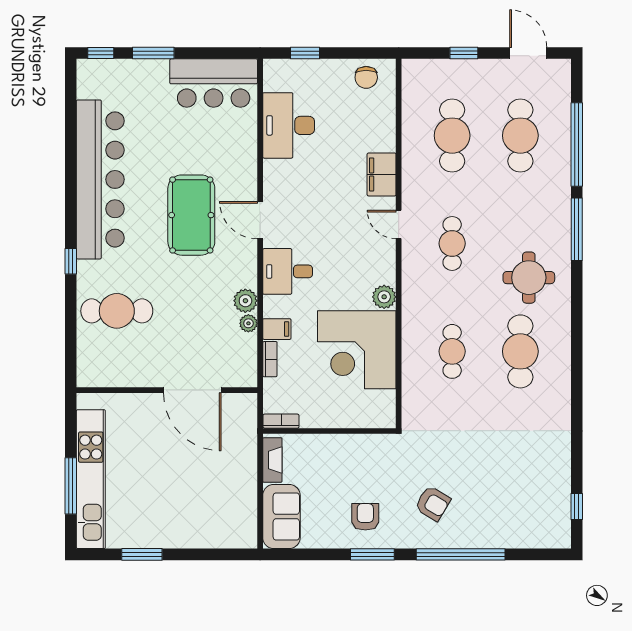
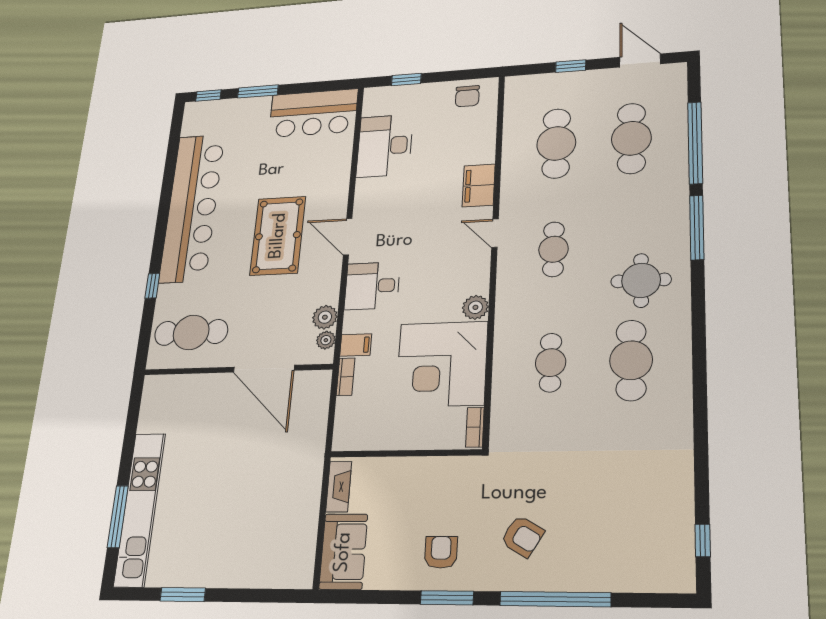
wall: (167, 390) -> (237, 369), moved
door: (192, 390) -> (264, 369), moved
bookcase: (281, 421) -> (475, 427), moved, turned -90

